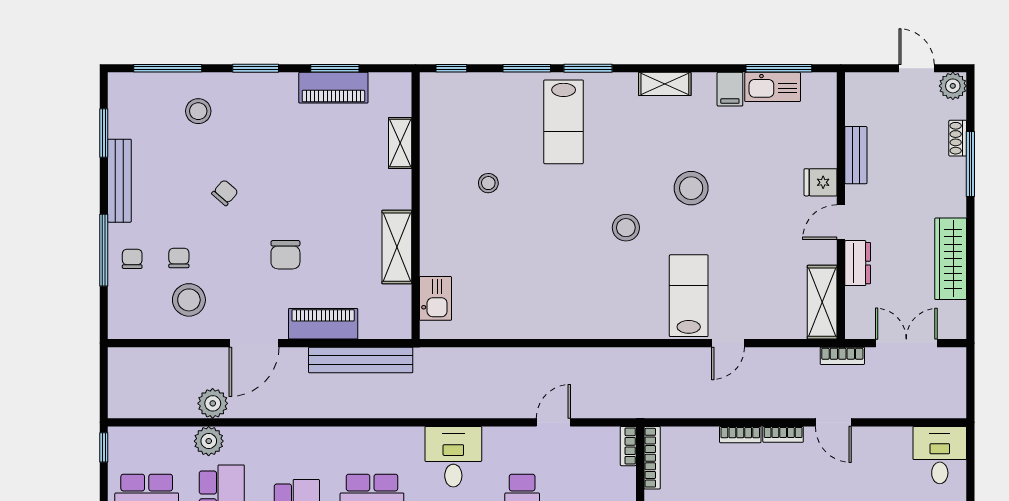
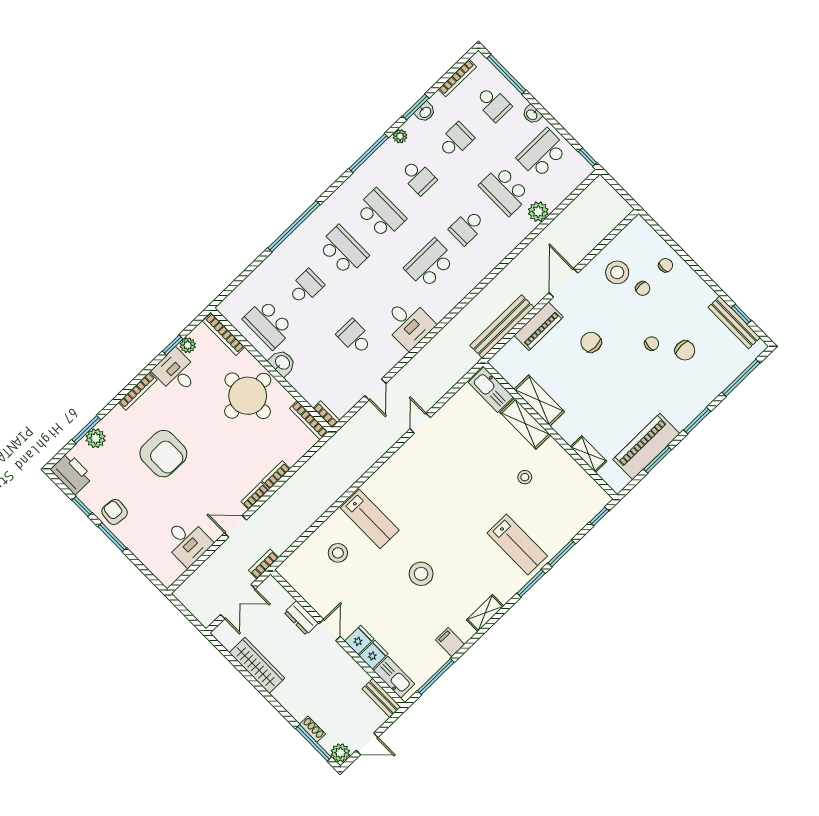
kitchen sink: (773, 87) -> (394, 677), moved, turned 90
piano: (333, 88) -> (646, 446), width x1.37, depth x1.33
stool: (198, 111) -> (705, 371), removed
lab bench: (564, 122) -> (517, 545), turned 180
window: (104, 133) -> (741, 314), width x0.67
chair: (198, 152) -> (685, 350), added
fridge: (821, 153) -> (374, 655), added
bench: (856, 155) -> (381, 698), moved
window: (970, 164) -> (313, 743), moved
bench: (119, 181) -> (734, 322), moved
chair: (225, 193) -> (652, 344), turned -127
stool: (626, 228) -> (338, 553), moved
window: (104, 250) -> (684, 256), removed
chair: (132, 259) -> (666, 265), turned -90
kitchen sink: (435, 298) -> (491, 390), width x1.38
shelving: (822, 302) -> (525, 424), moved
door: (728, 343) -> (420, 423), moved
plant: (213, 403) -> (555, 232), removed
desk: (940, 455) -> (187, 542), moved

